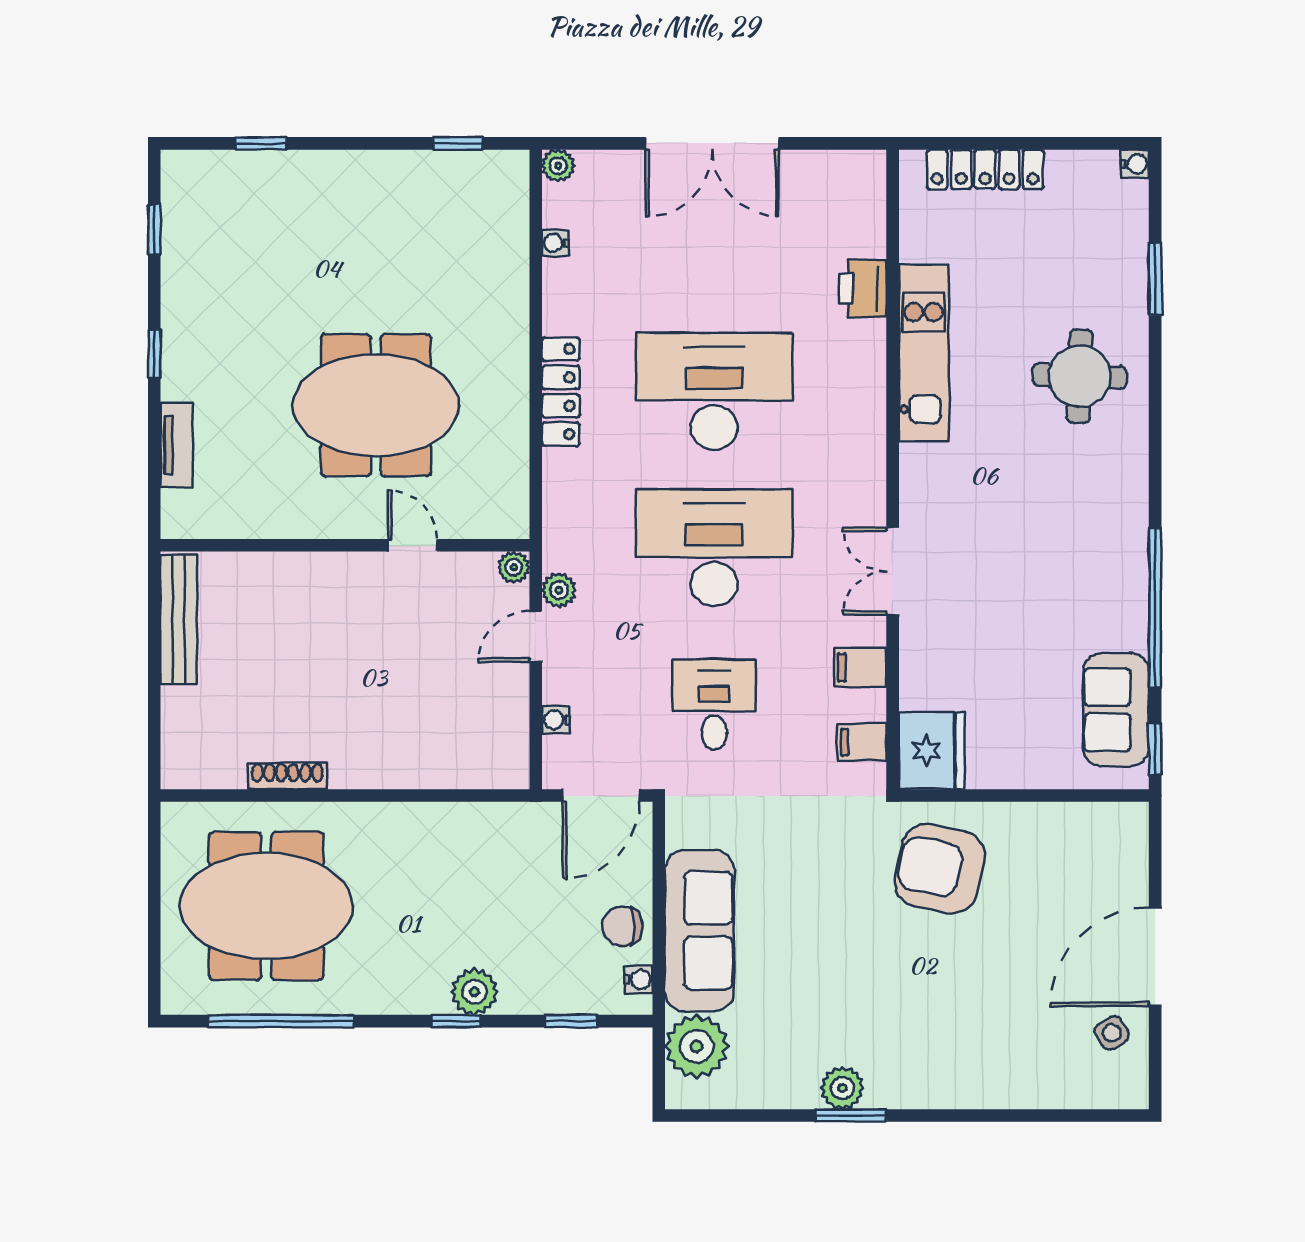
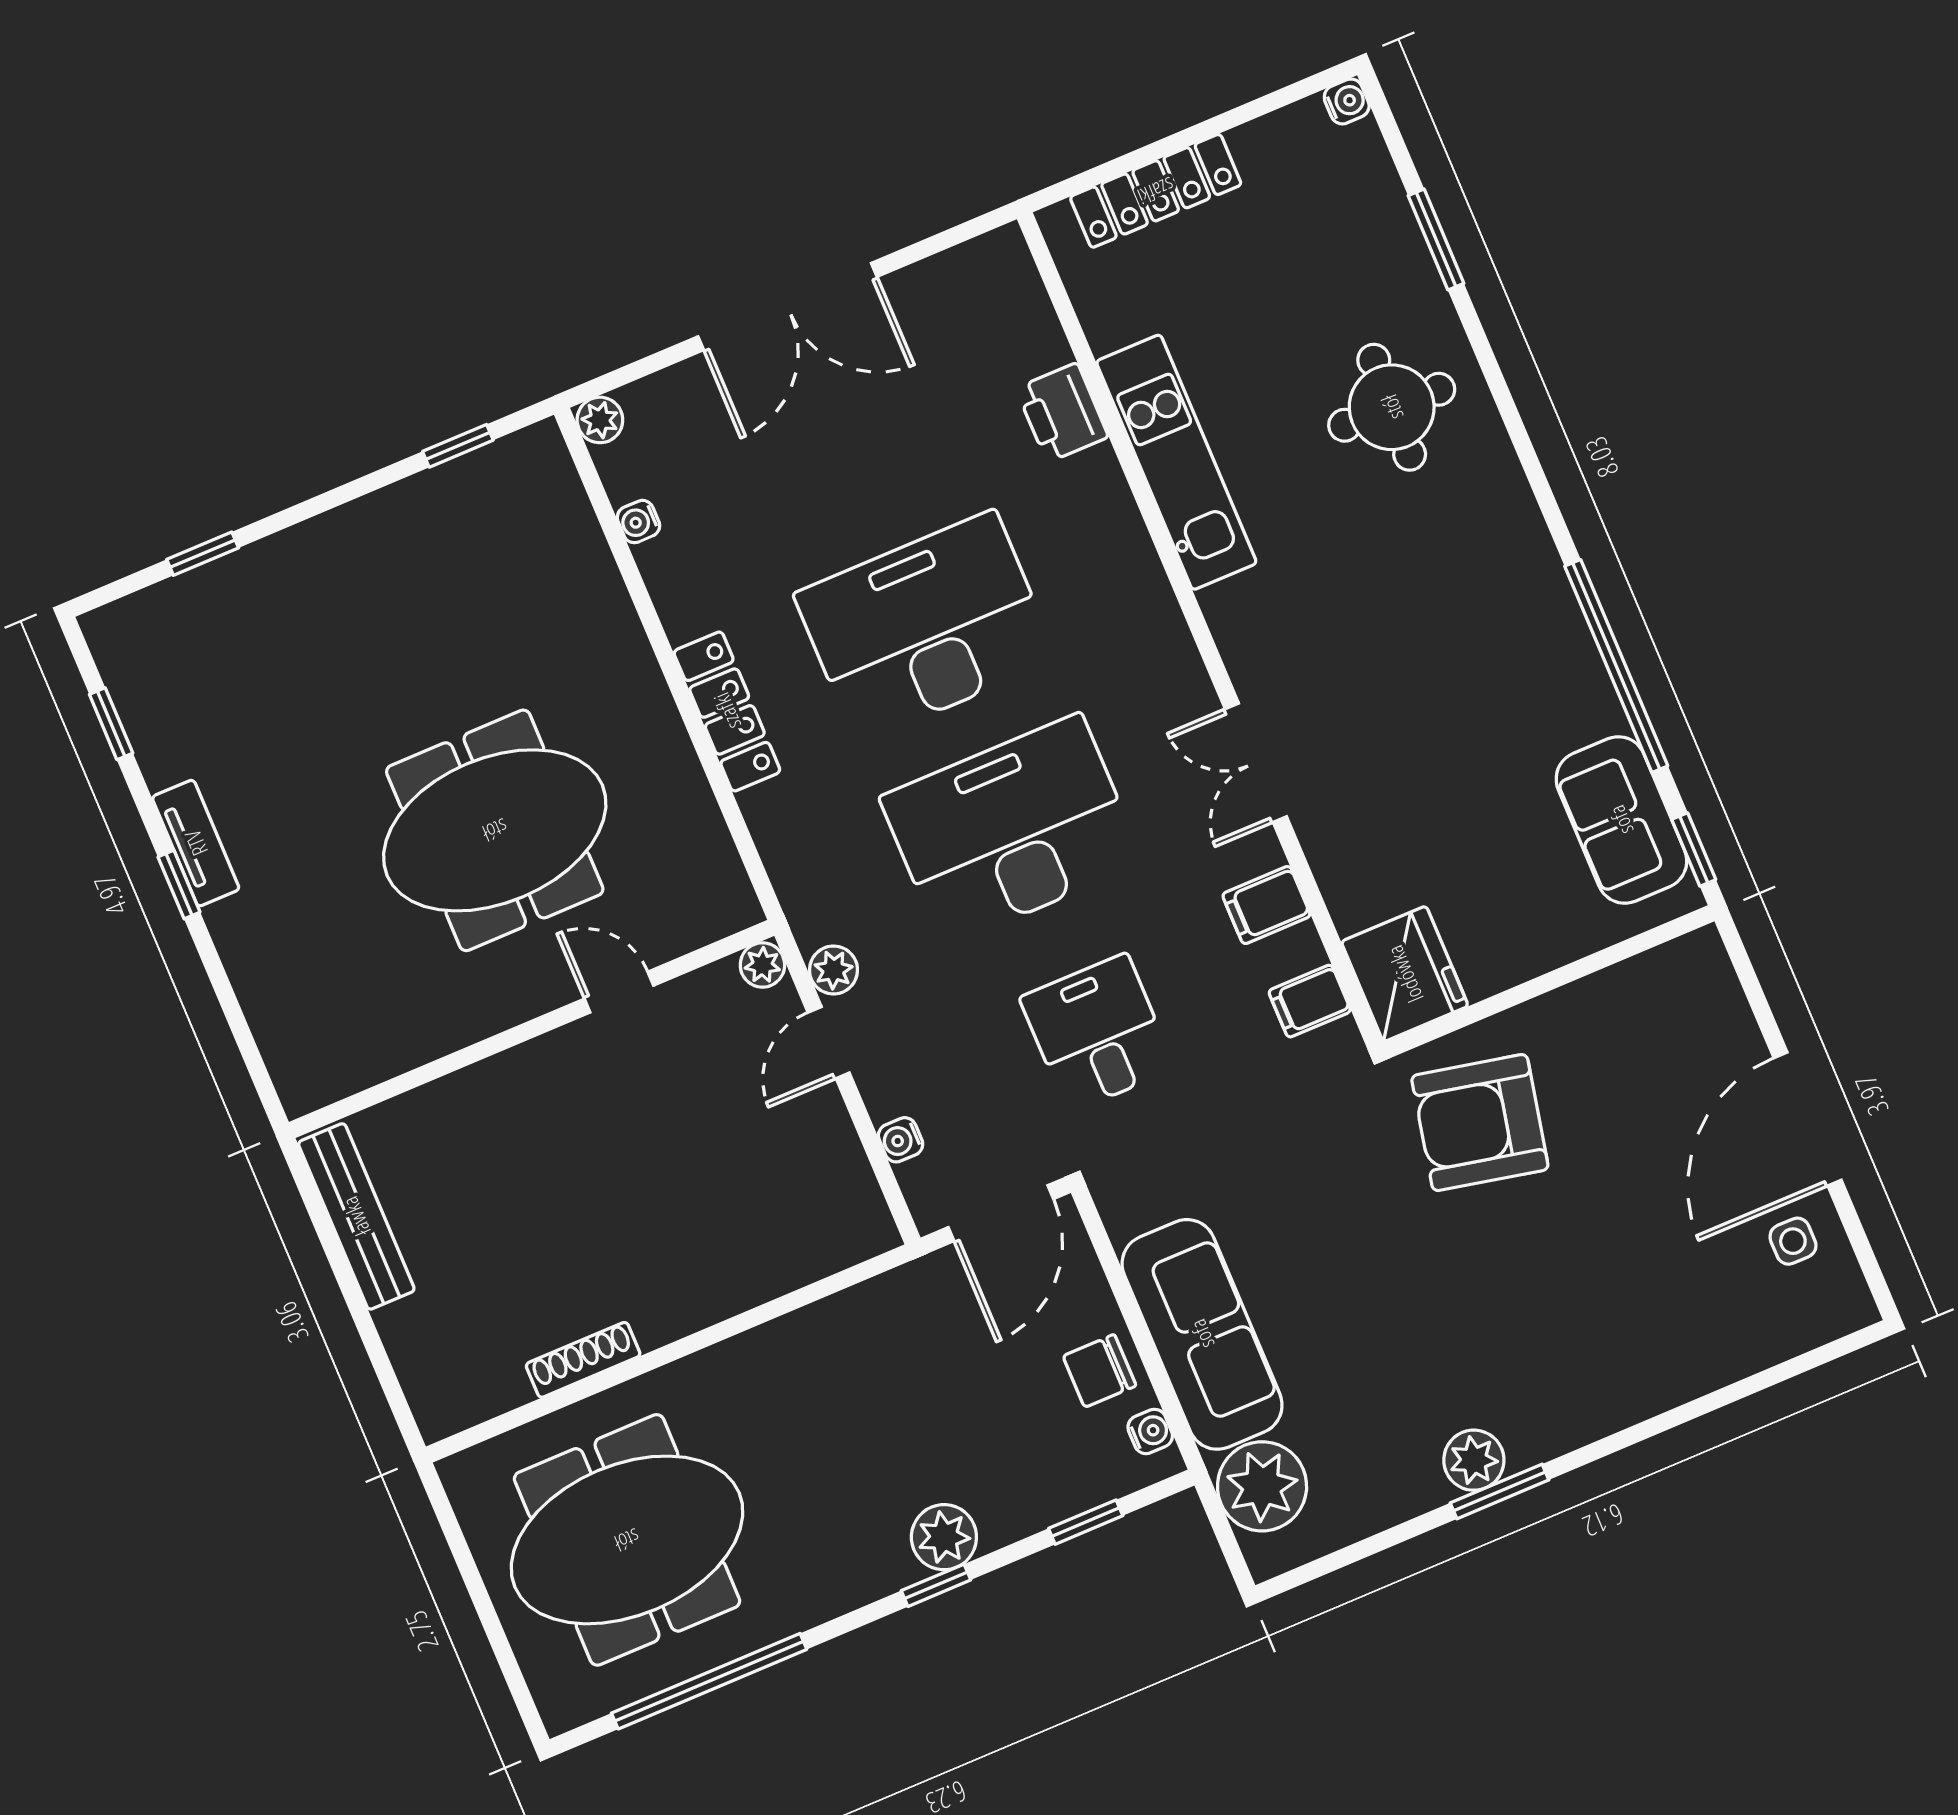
tv unit: (177, 445) -> (196, 843), moved
side table: (1112, 1033) -> (1793, 1241), turned 32

